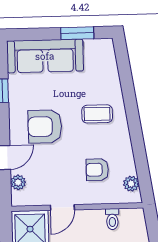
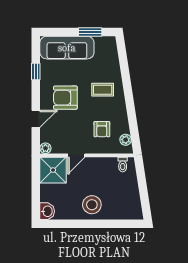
armchair: (97, 170) -> (102, 129), turned -90
plant: (18, 182) -> (45, 148), moved
toilet: (112, 219) -> (123, 165), moved

